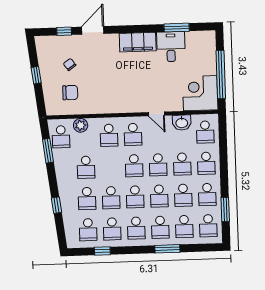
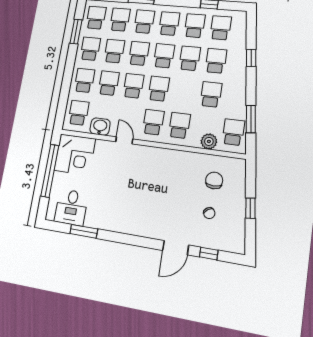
filing cabinet: (138, 42) -> (128, 224), removed
desk: (171, 47) -> (71, 207), moved
chair: (70, 93) -> (214, 180), turned 90

